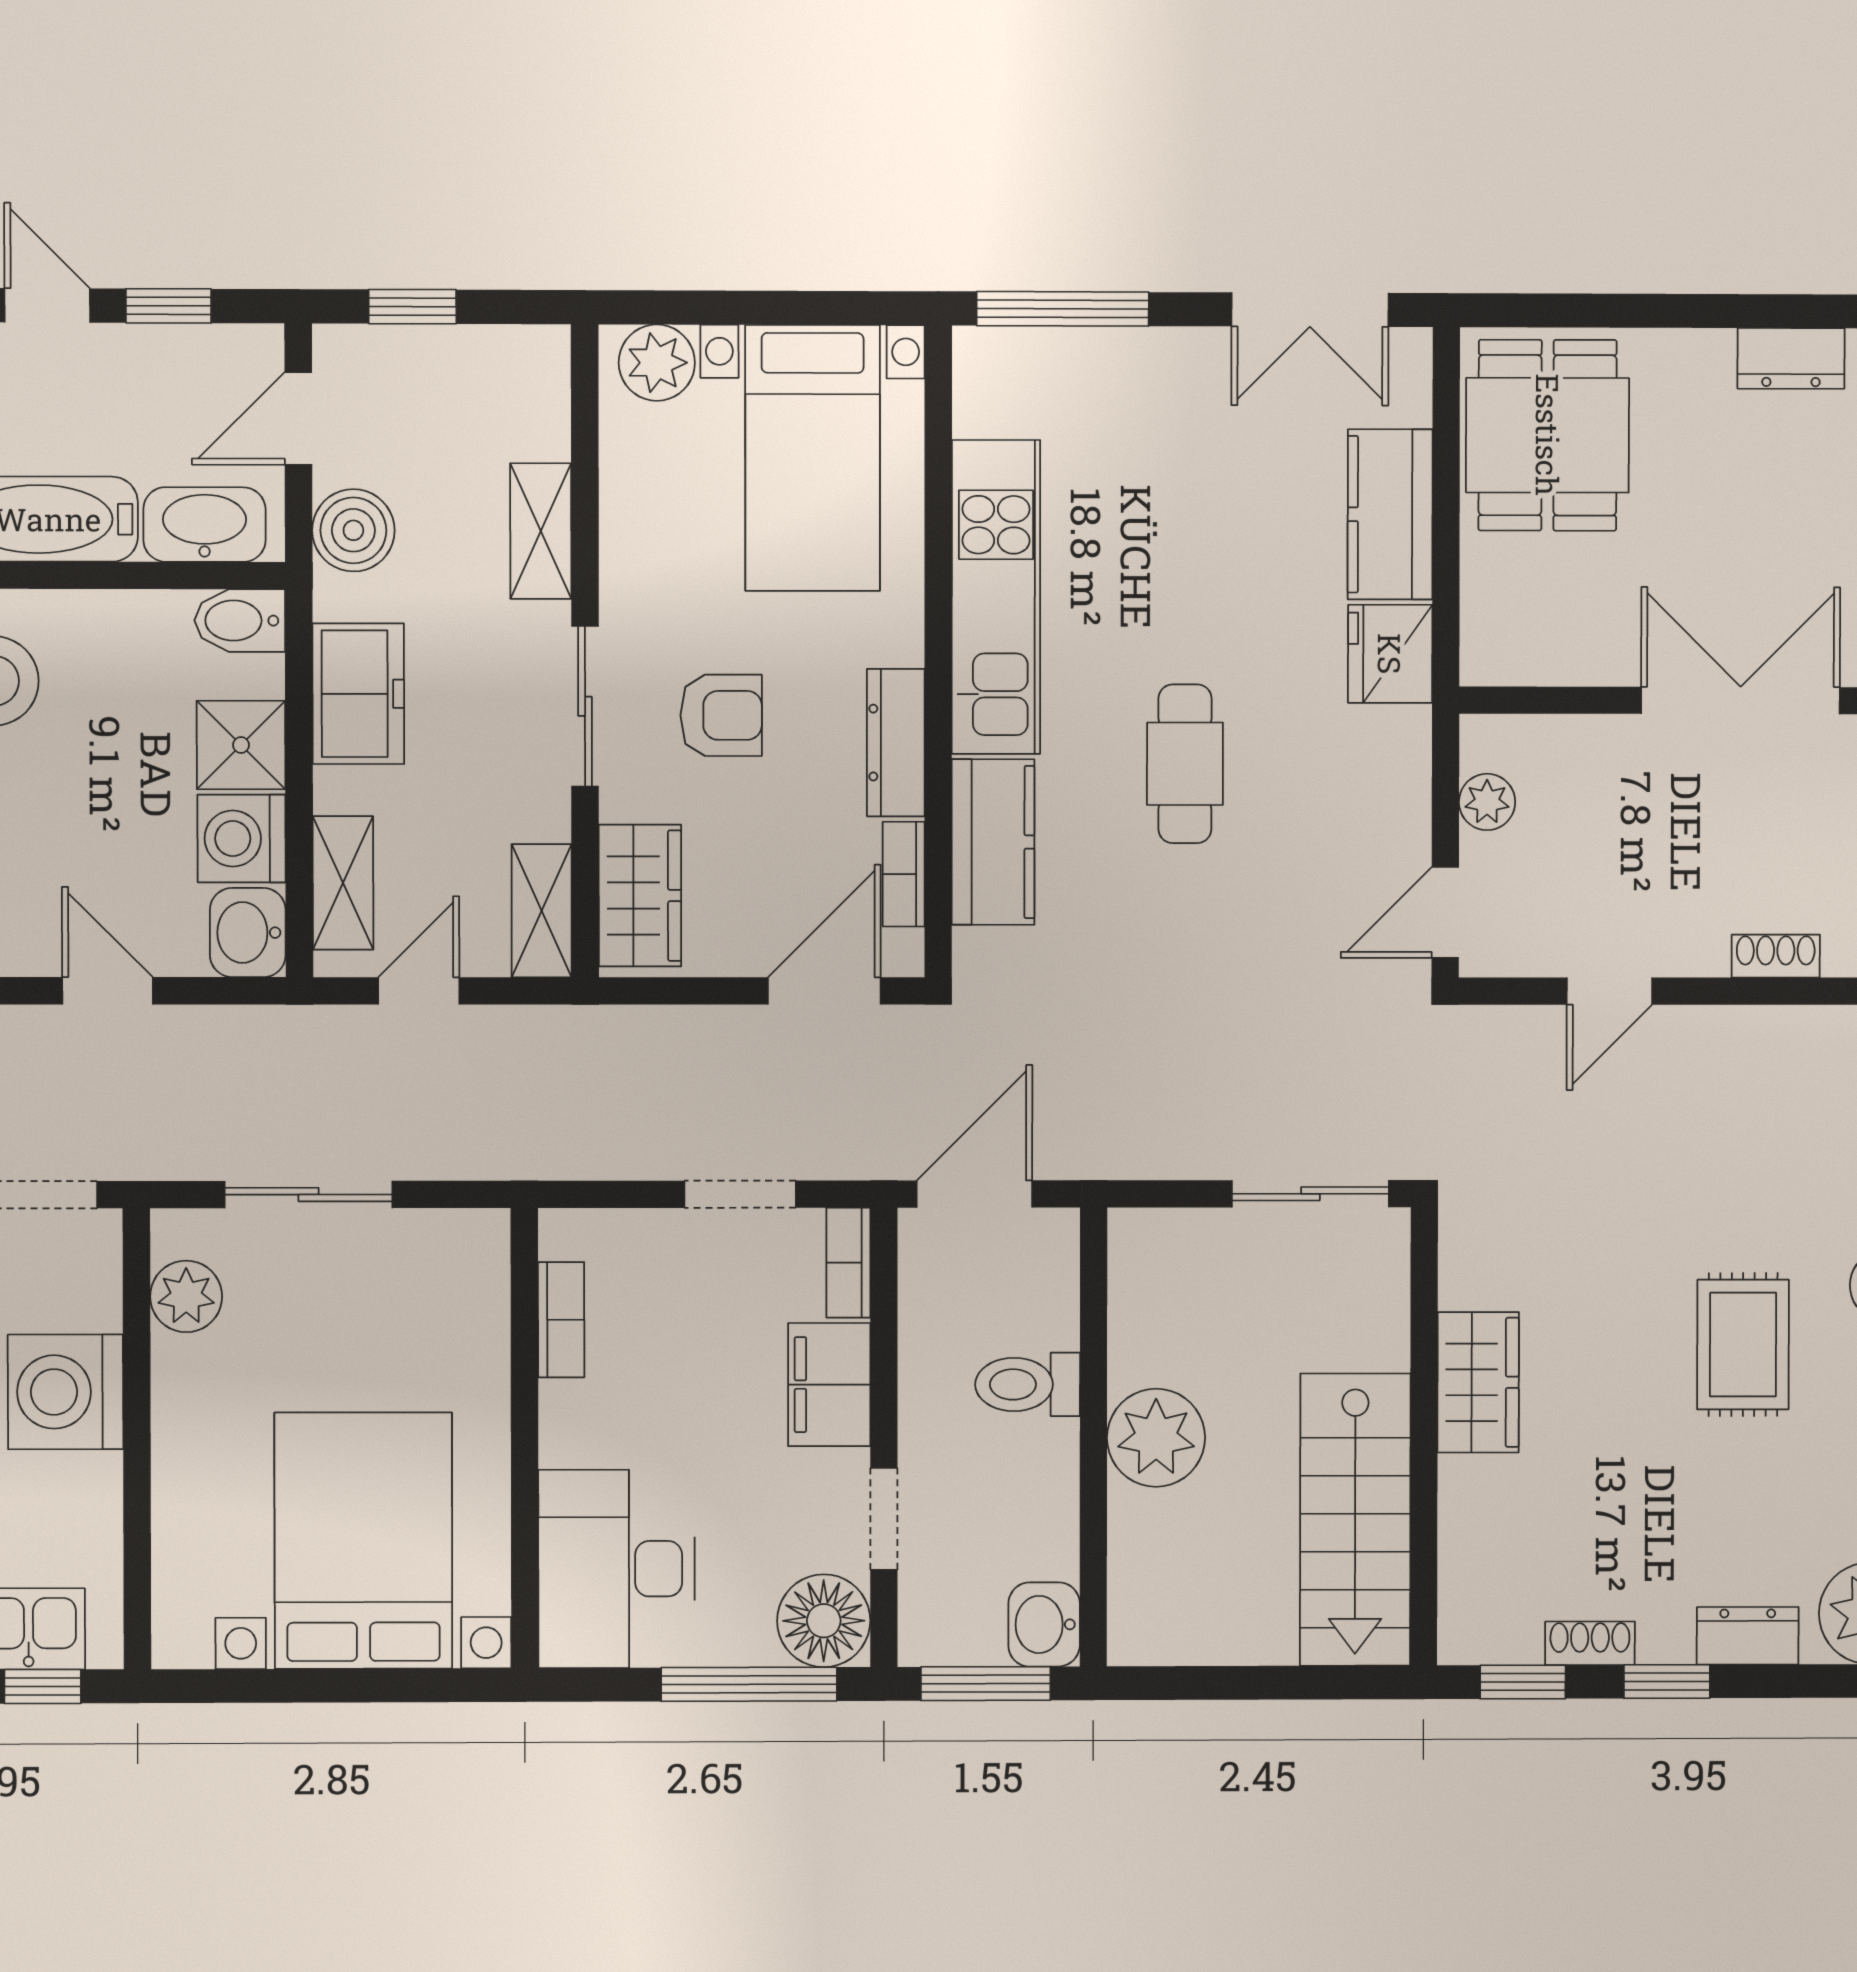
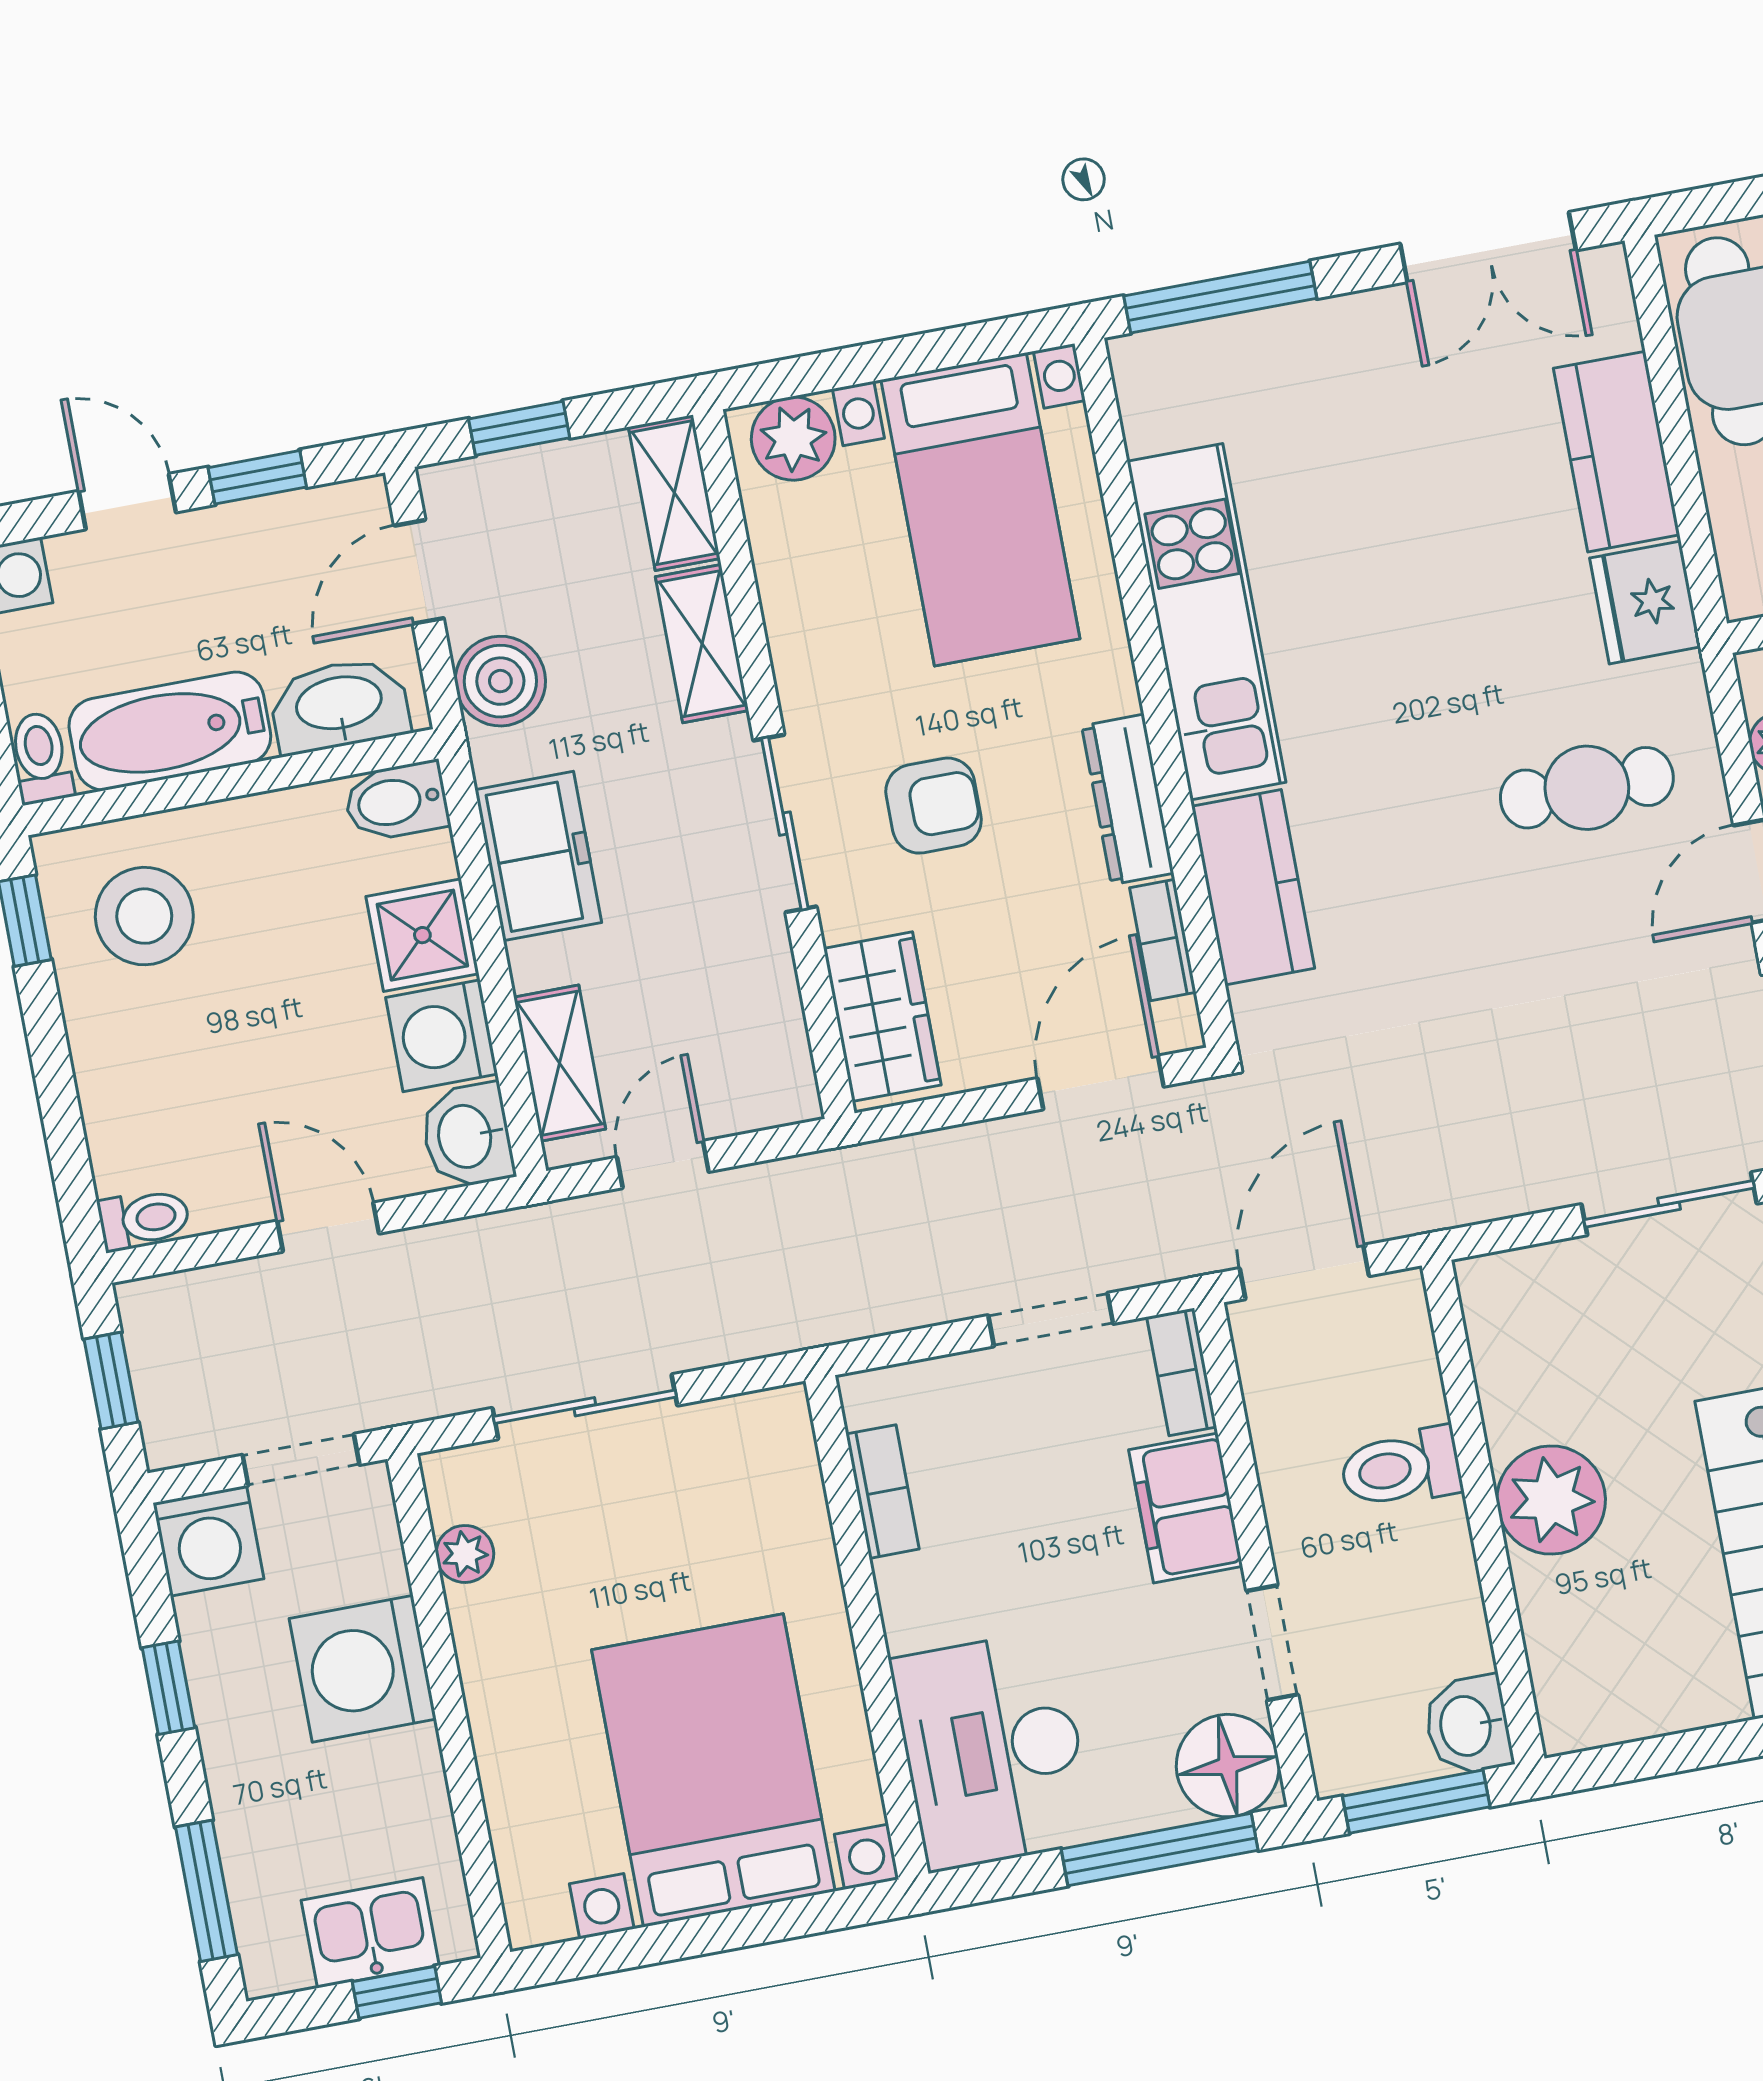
cafe table: (1185, 764) -> (1587, 788), moved, turned 90
shelving: (542, 911) -> (674, 493), moved
plant: (186, 1296) -> (465, 1554), width x0.73, depth x0.73

